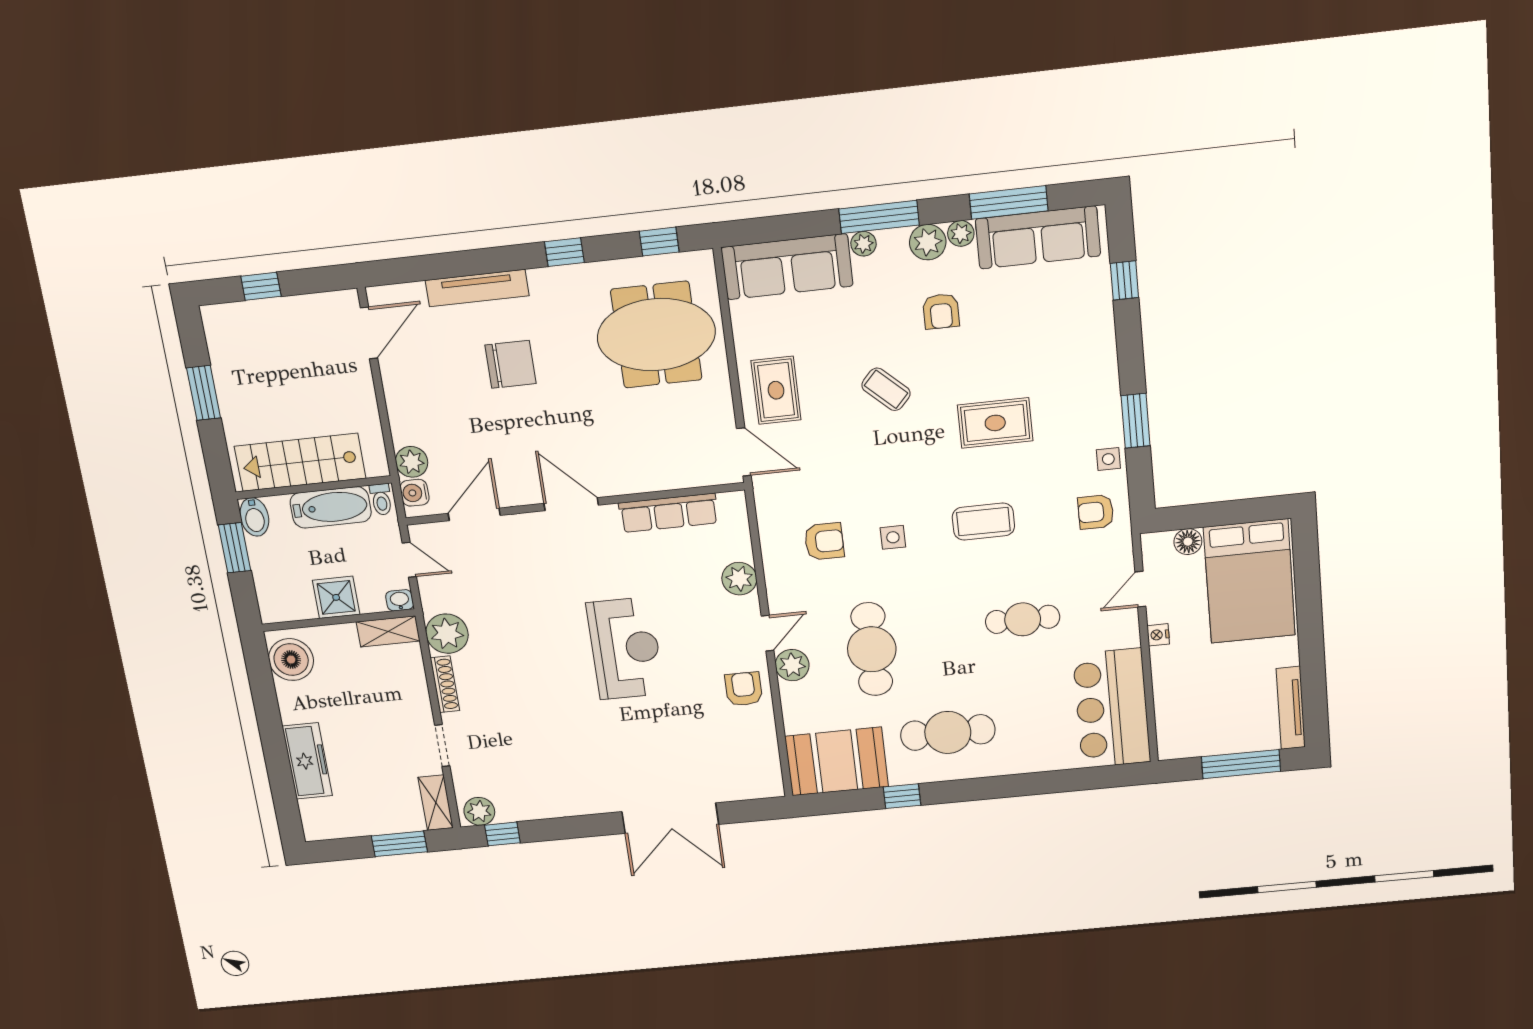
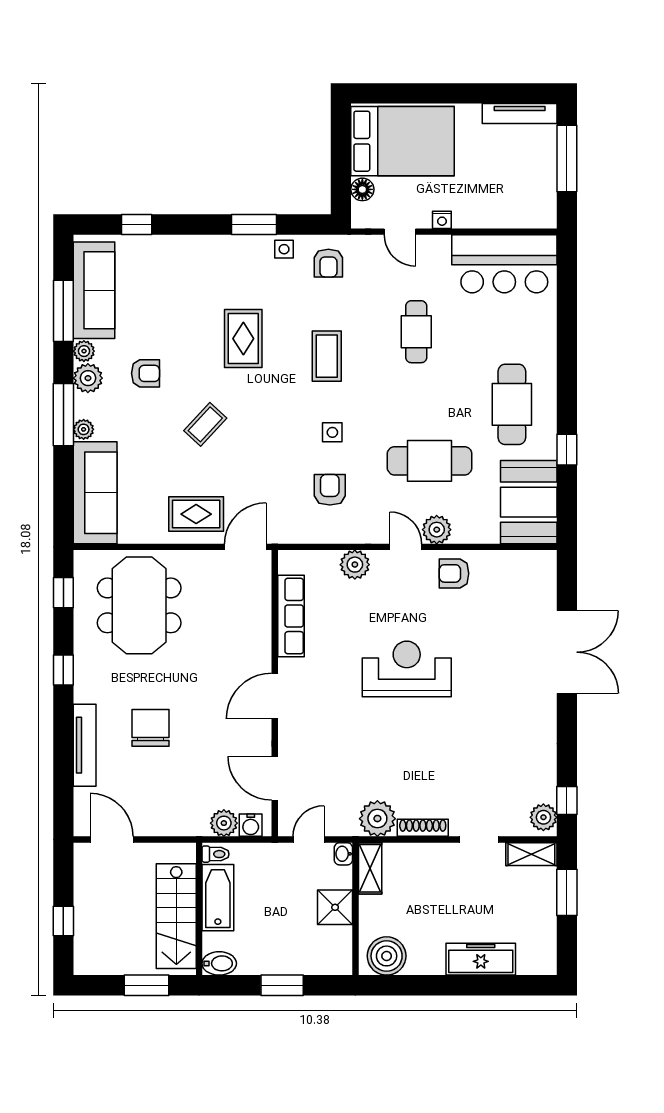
stairs: (300, 462) -> (176, 916), moved
wall: (314, 487) -> (199, 909), moved
toilet: (381, 499) -> (216, 854), moved
bathtub: (331, 507) -> (218, 898), moved
bidet: (254, 517) -> (219, 963), moved

